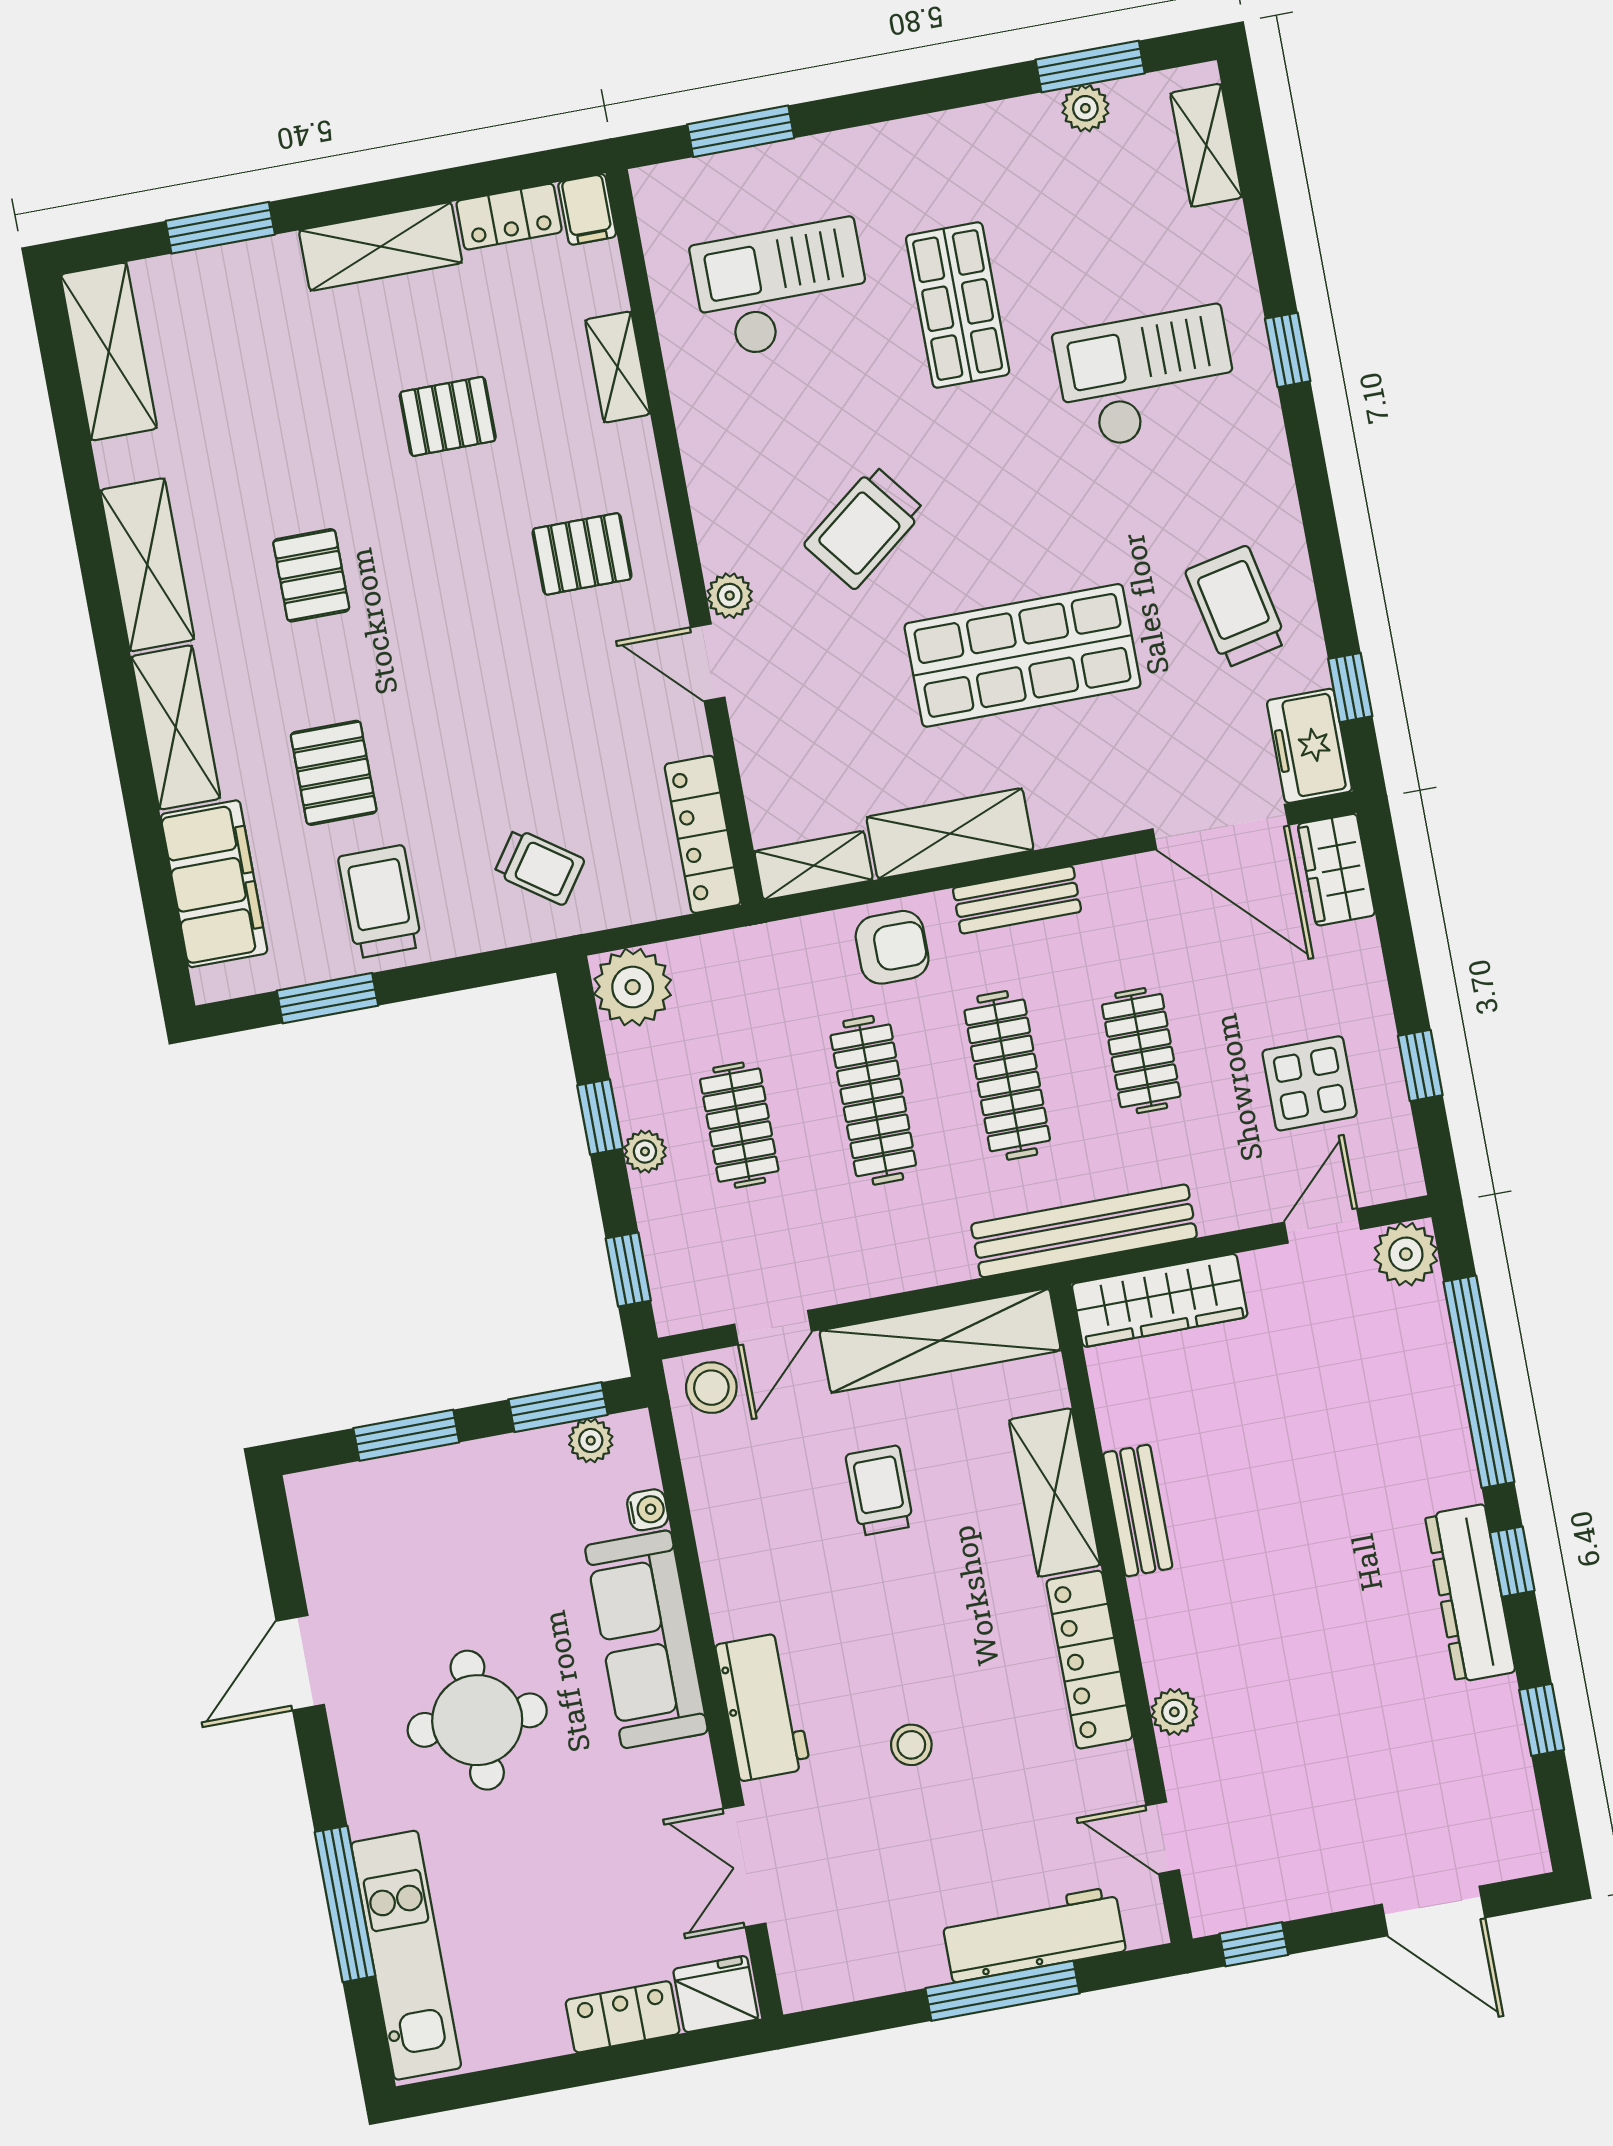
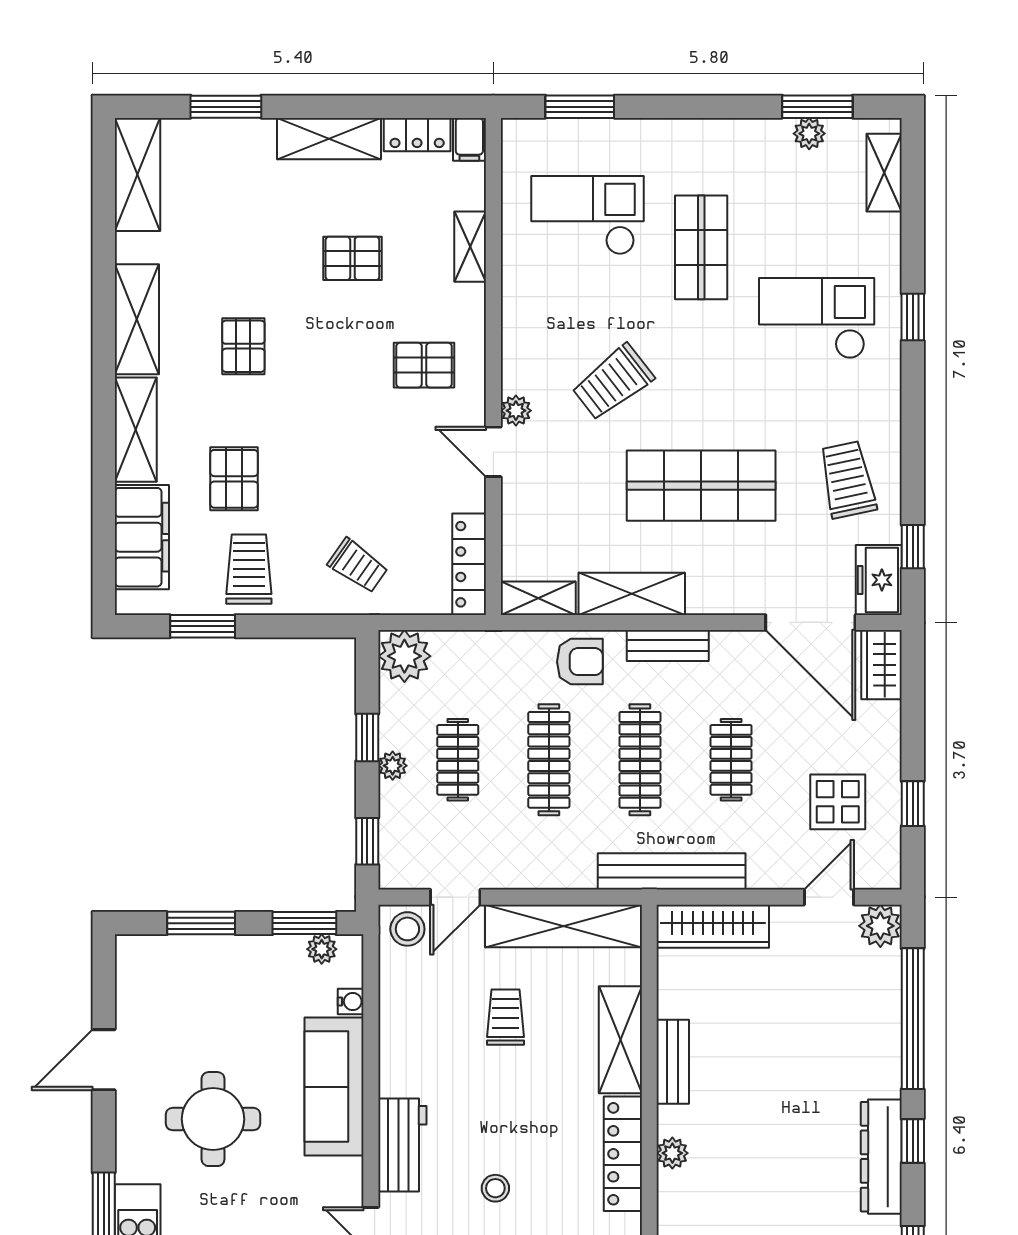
plant: (1174, 1712) -> (672, 1153), moved

